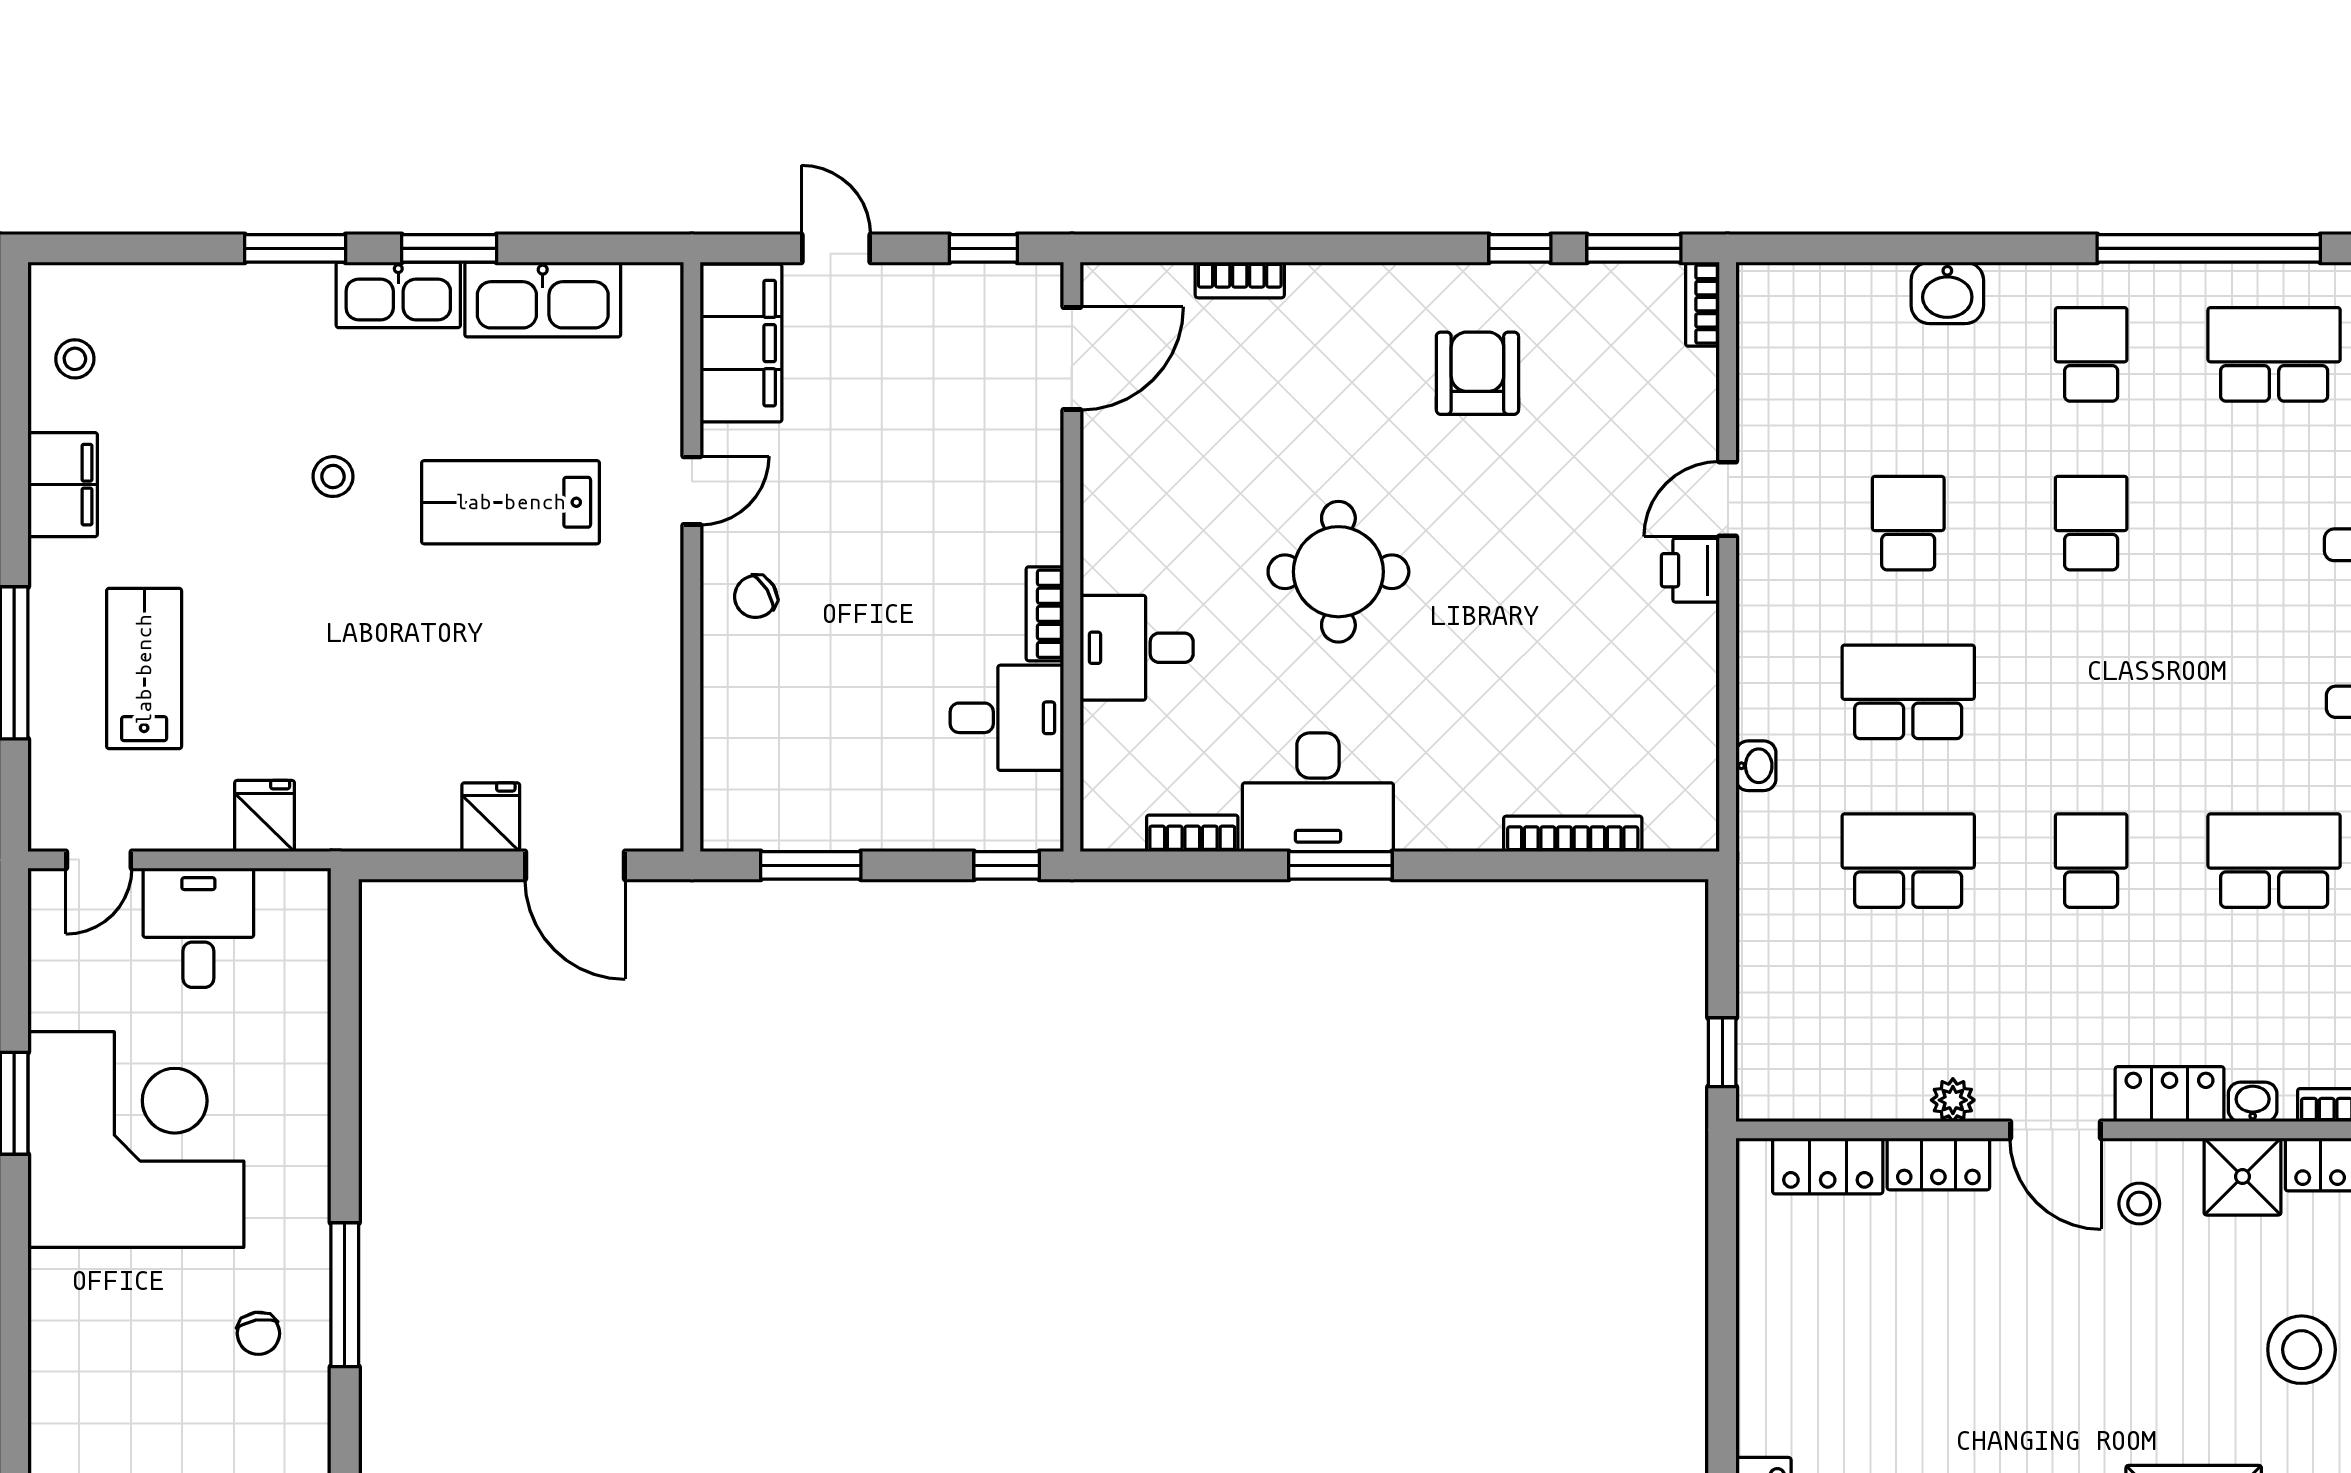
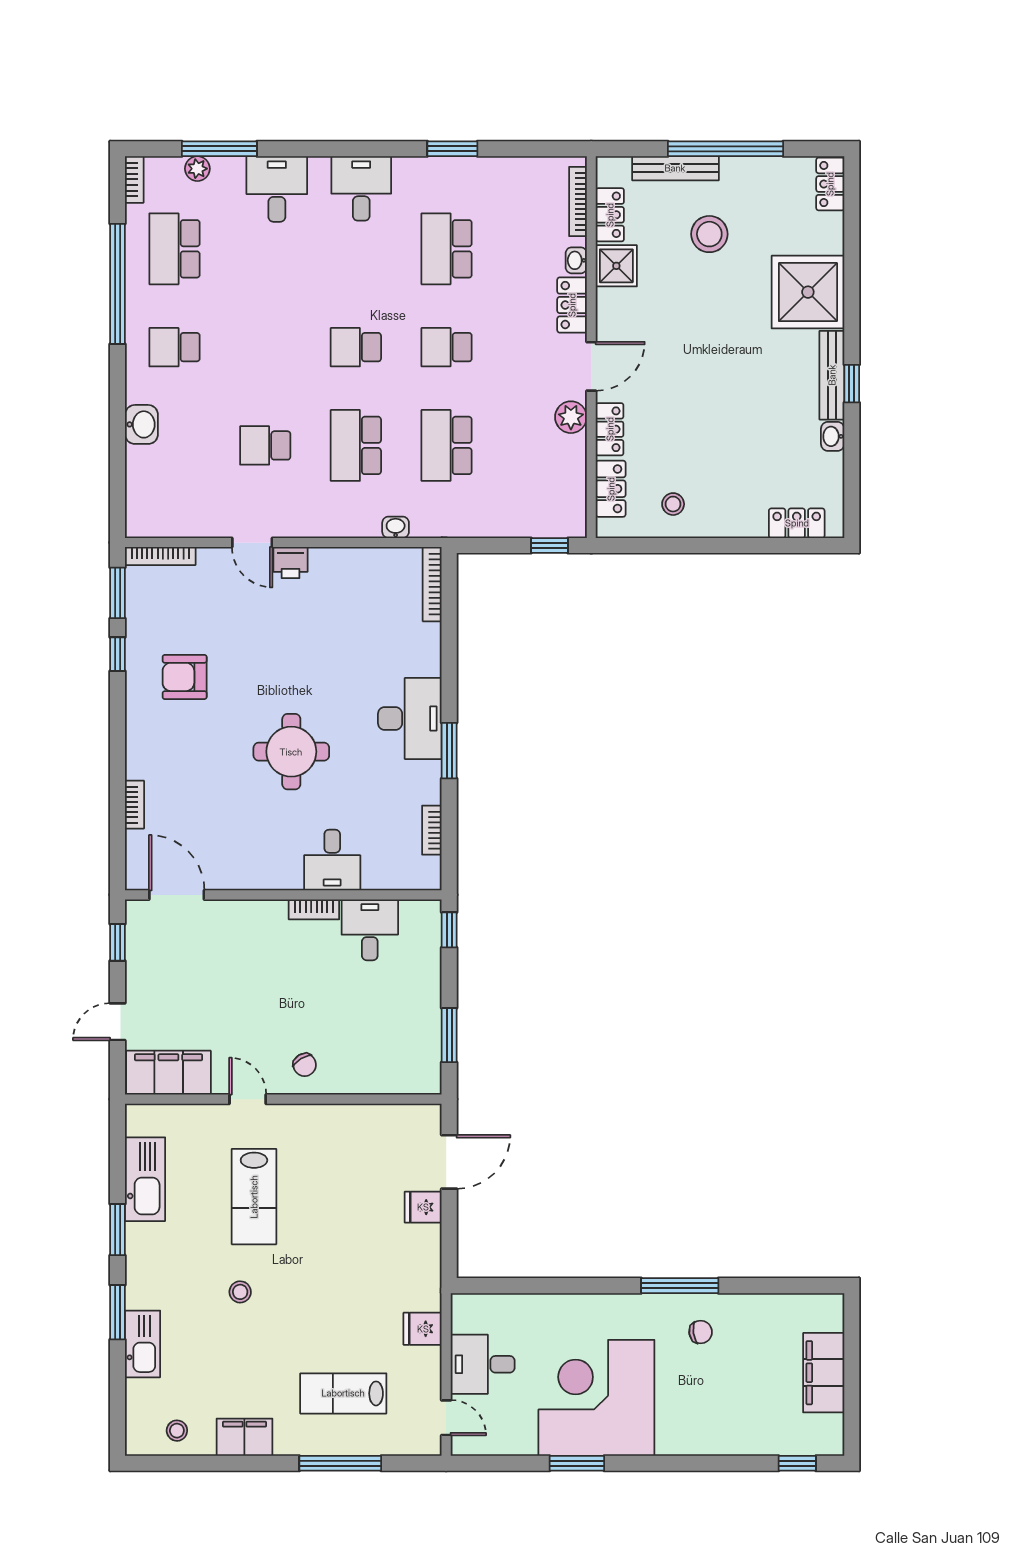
kitchen sink: (398, 295) -> (143, 1344), moved
bookcase: (1702, 304) -> (160, 556), width x1.56
school desk: (2091, 523) -> (356, 347), moved
desk: (1318, 792) -> (410, 719), moved
bookcase: (1573, 834) -> (432, 584), moved
plant: (1953, 1100) -> (571, 417), width x1.38, depth x1.38
stool: (2139, 1204) -> (673, 504), moved

